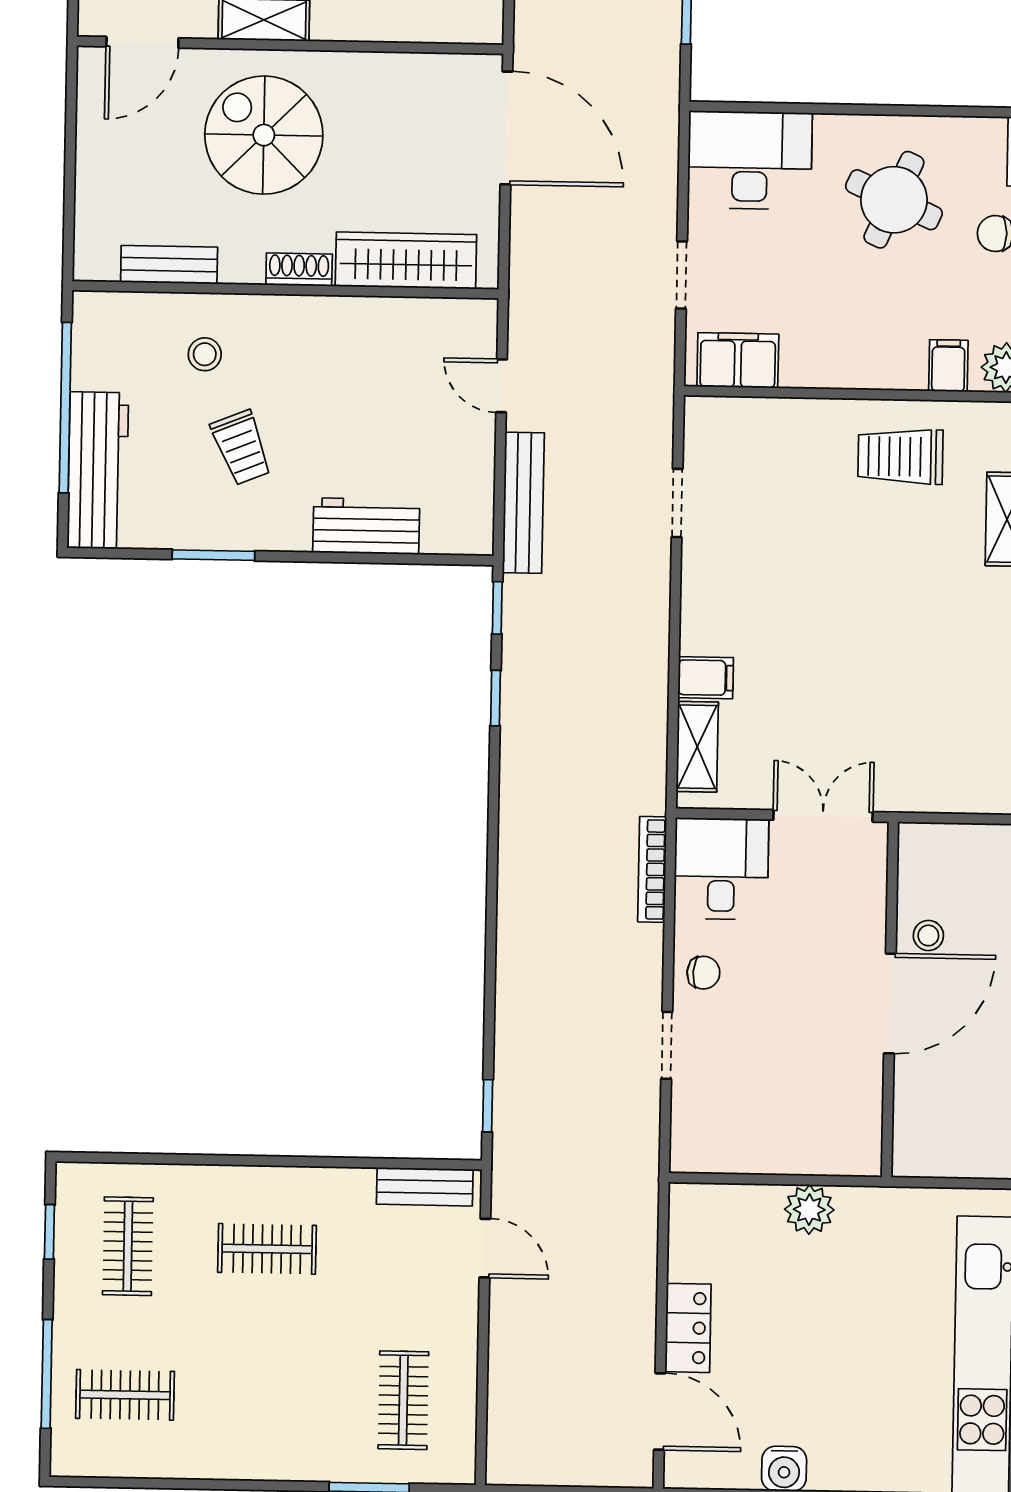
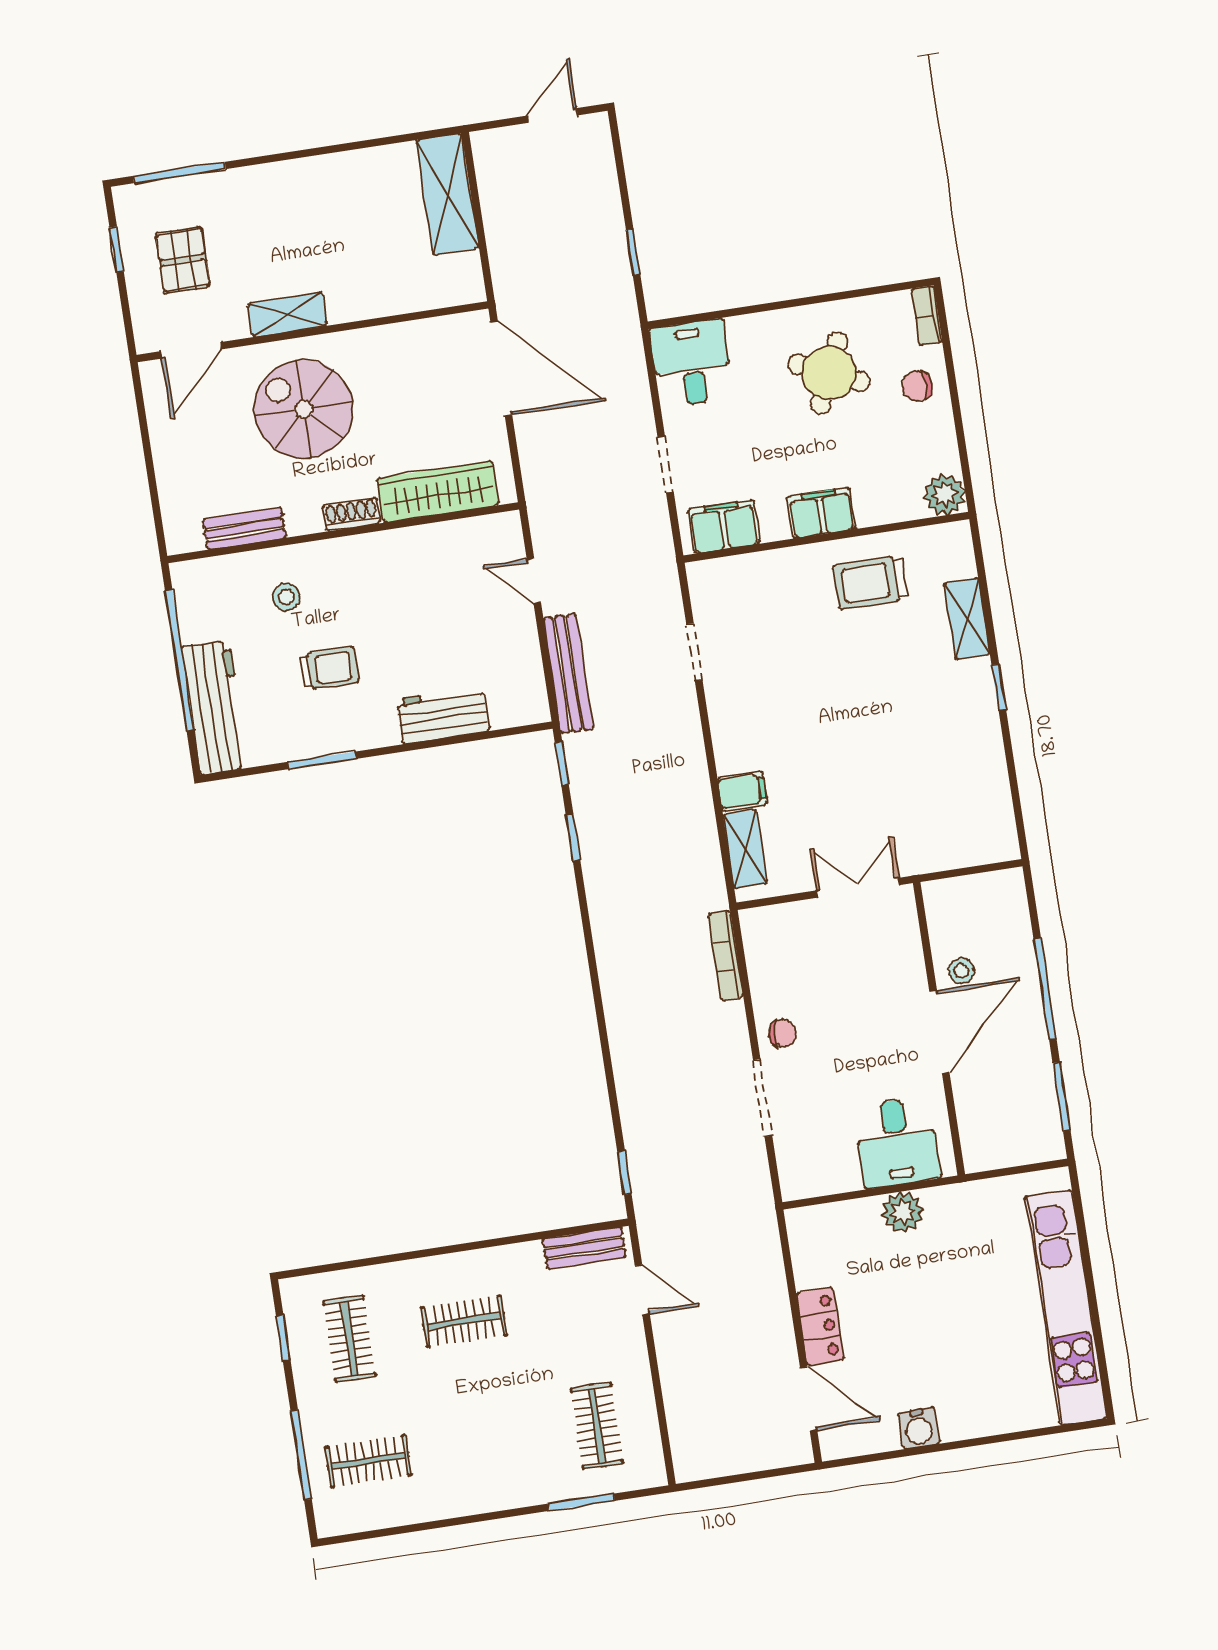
desk: (750, 160) -> (692, 363), width x0.73
filing cabinet: (948, 366) -> (821, 513), moved, width x2.00
trolley: (241, 448) -> (329, 668), turned -68
desk: (721, 869) -> (897, 1142), moved, turned 180
doorway: (667, 1045) -> (763, 1098), width x1.38

